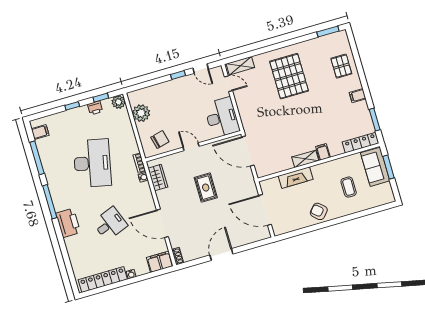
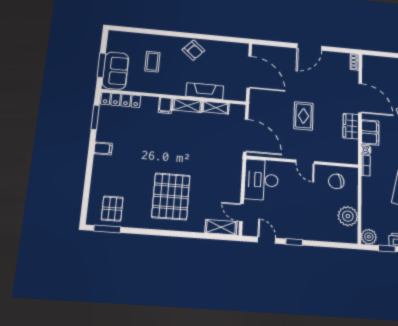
pallet: (341, 66) -> (112, 209), moved
shelving: (281, 166) -> (216, 108), added
wardrobe: (158, 178) -> (351, 126), moved
filing cabinet: (160, 262) -> (370, 132), moved, turned -90

